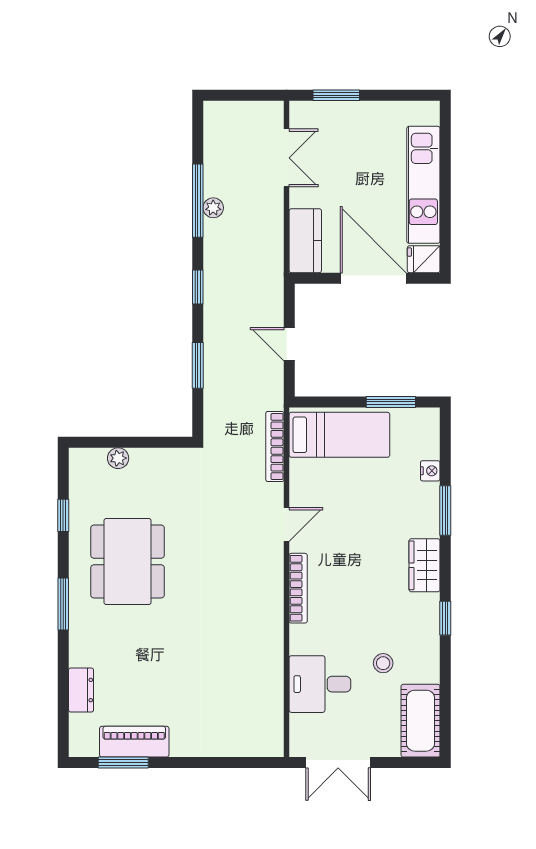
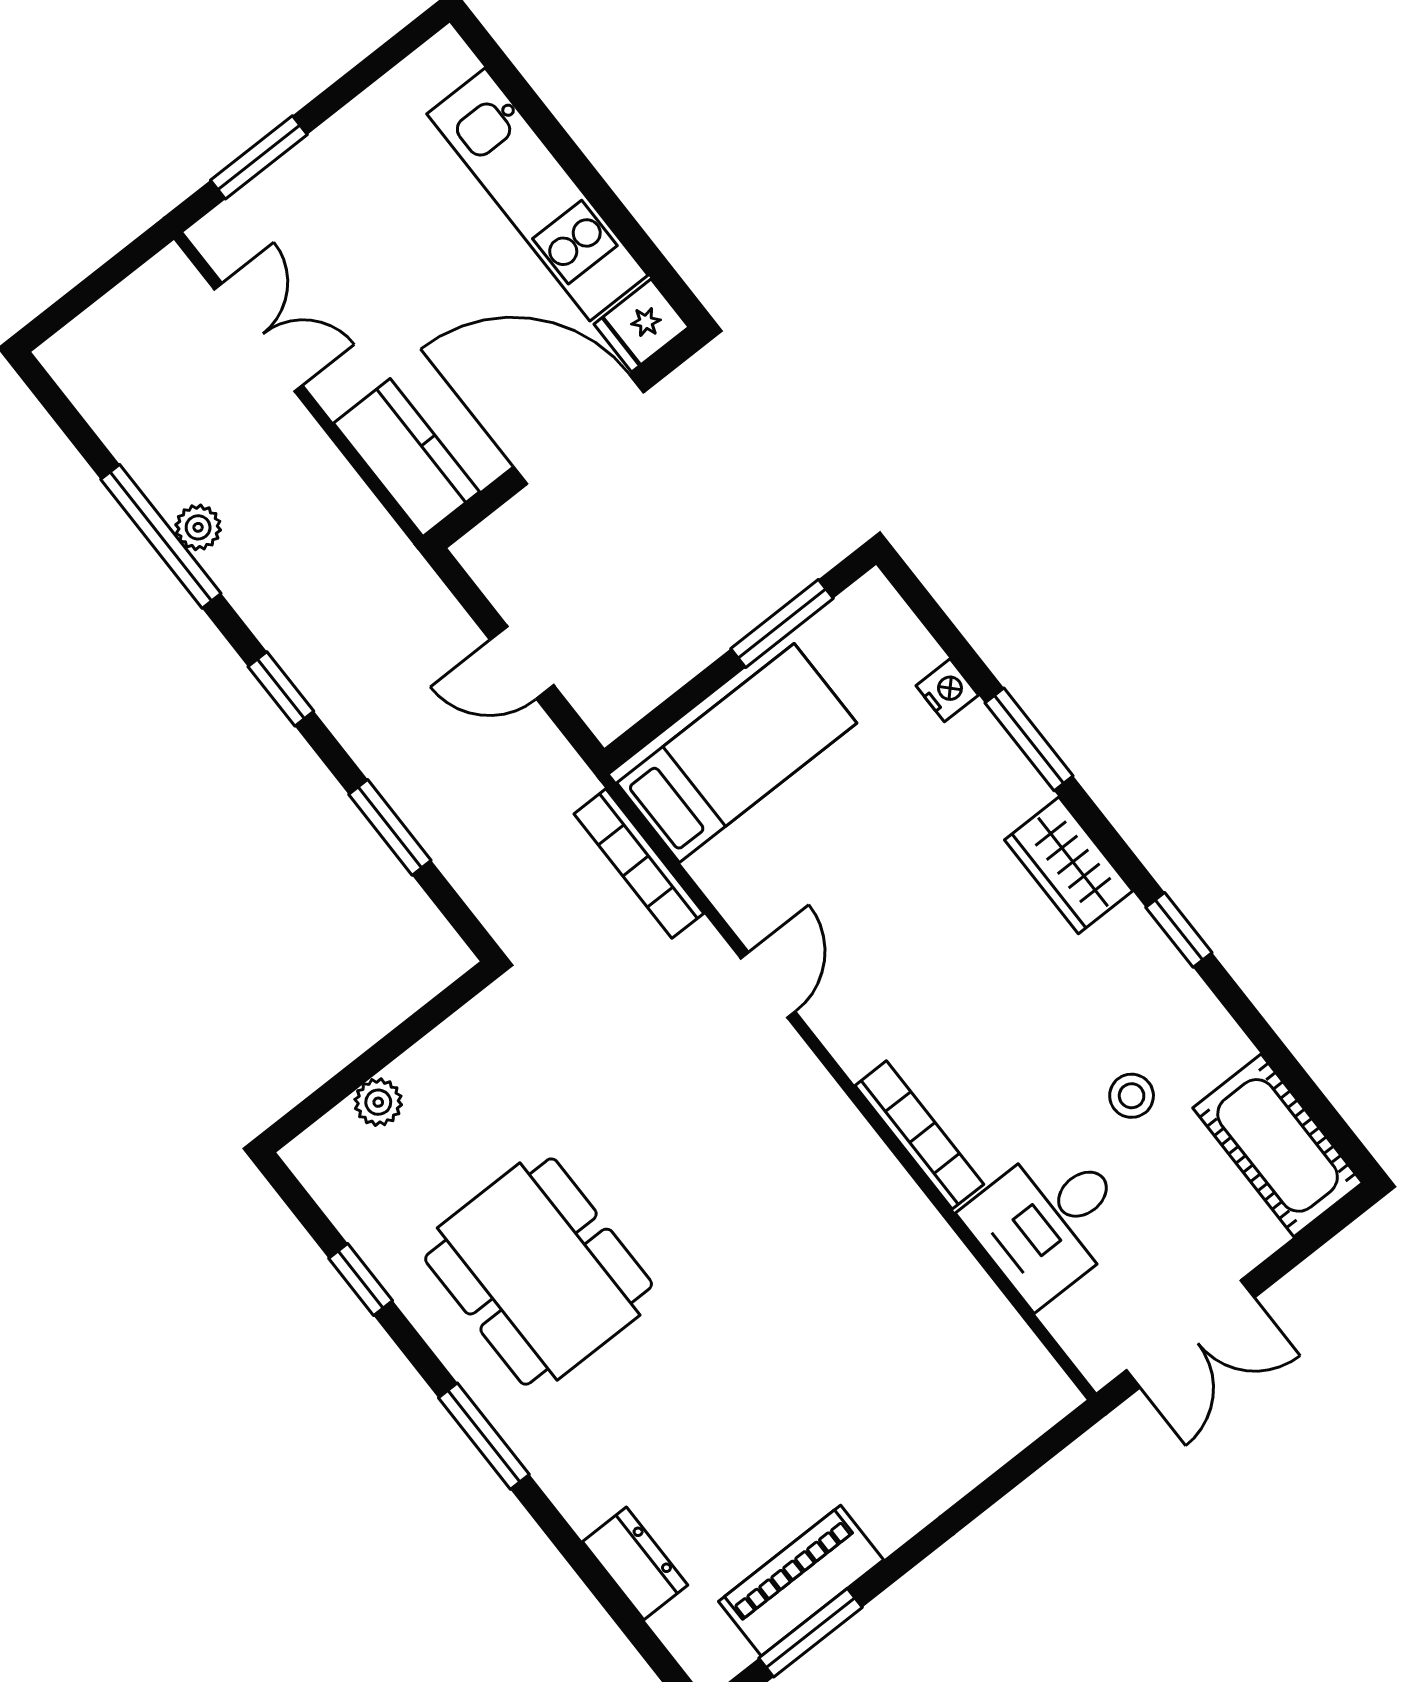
bookcase: (298, 588) -> (919, 1135), moved

